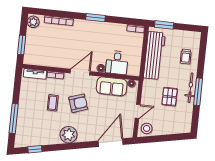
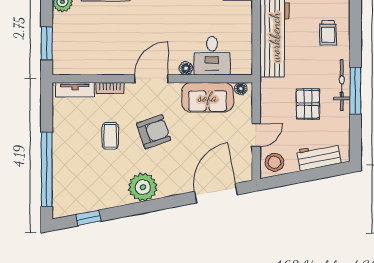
window: (14, 118) -> (47, 169), width x1.46
workbench: (173, 128) -> (319, 157), added

